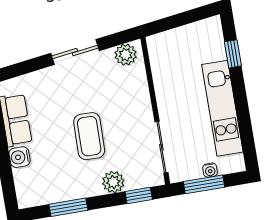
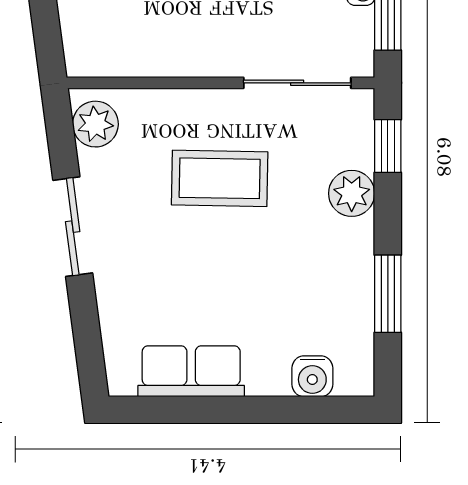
coffee table: (89, 136) -> (220, 178), moved
water cooler: (20, 157) -> (312, 376), moved

